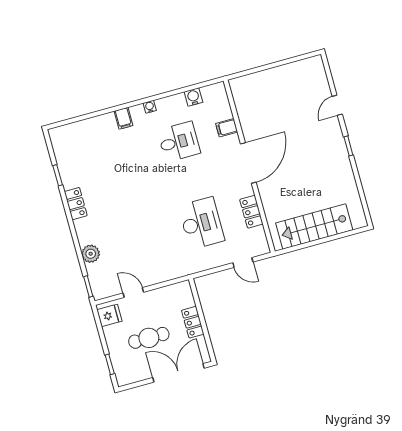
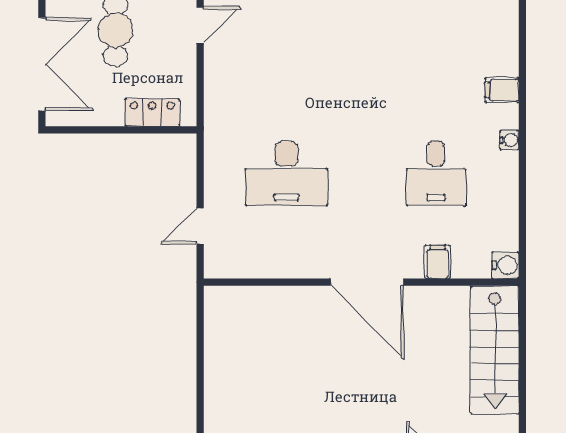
water cooler: (193, 97) -> (505, 265), moved
locker: (251, 212) -> (283, 264), removed
stairs: (314, 227) -> (495, 350), moved, turned 180
locker: (193, 322) -> (152, 113), moved

